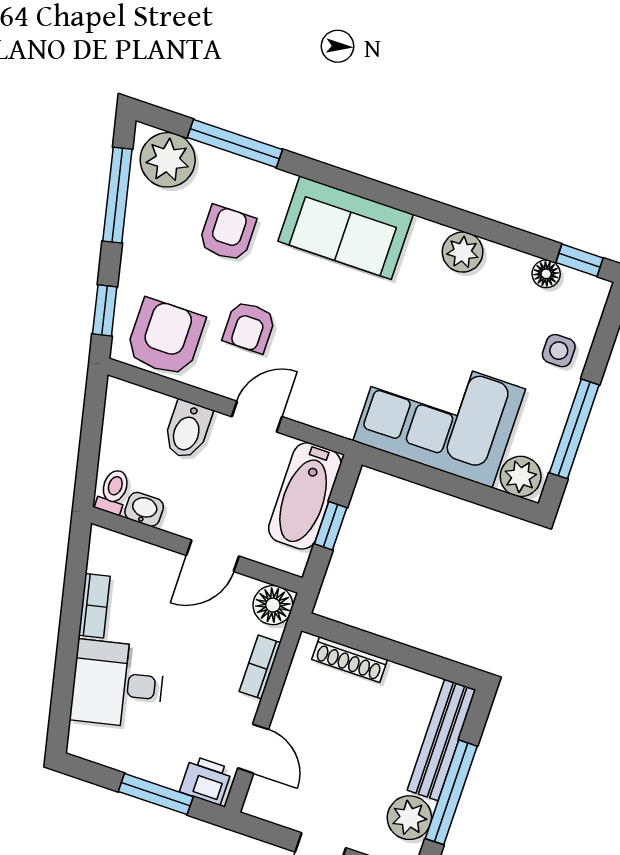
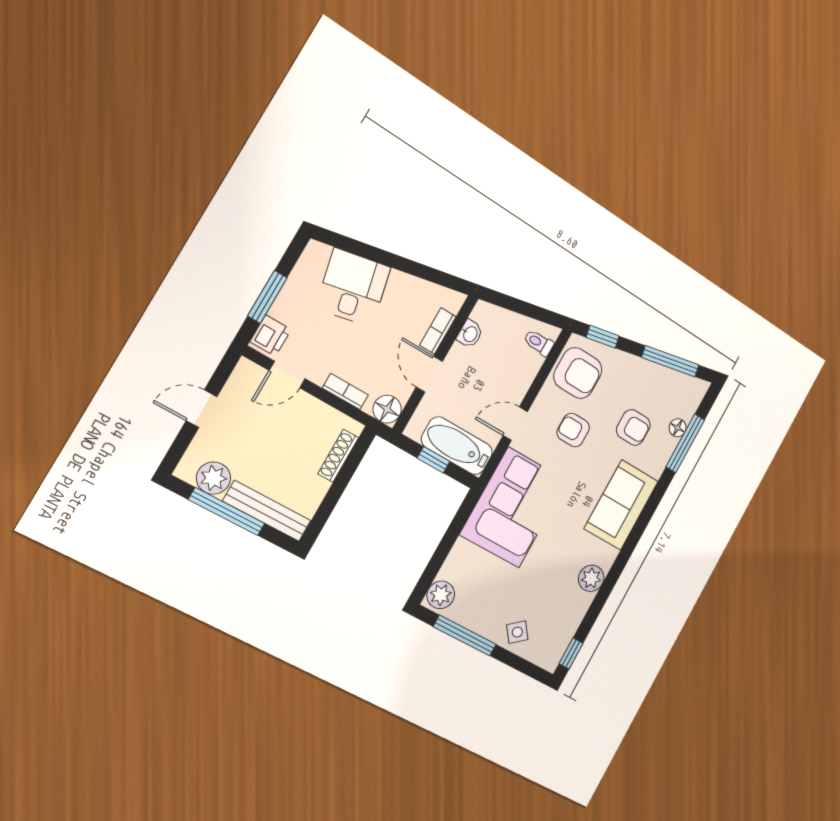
plant: (168, 160) -> (685, 398), removed
floor lamp: (546, 274) -> (678, 428), moved
side table: (559, 351) -> (517, 632), turned -38
corner sofa: (439, 415) -> (514, 507), moved
door: (257, 417) -> (515, 424), swing flipped
bidet: (187, 430) -> (516, 375), removed
toilet: (113, 491) -> (539, 343), moved, turned 180
bookcase: (94, 606) -> (438, 331), moved, turned 102

